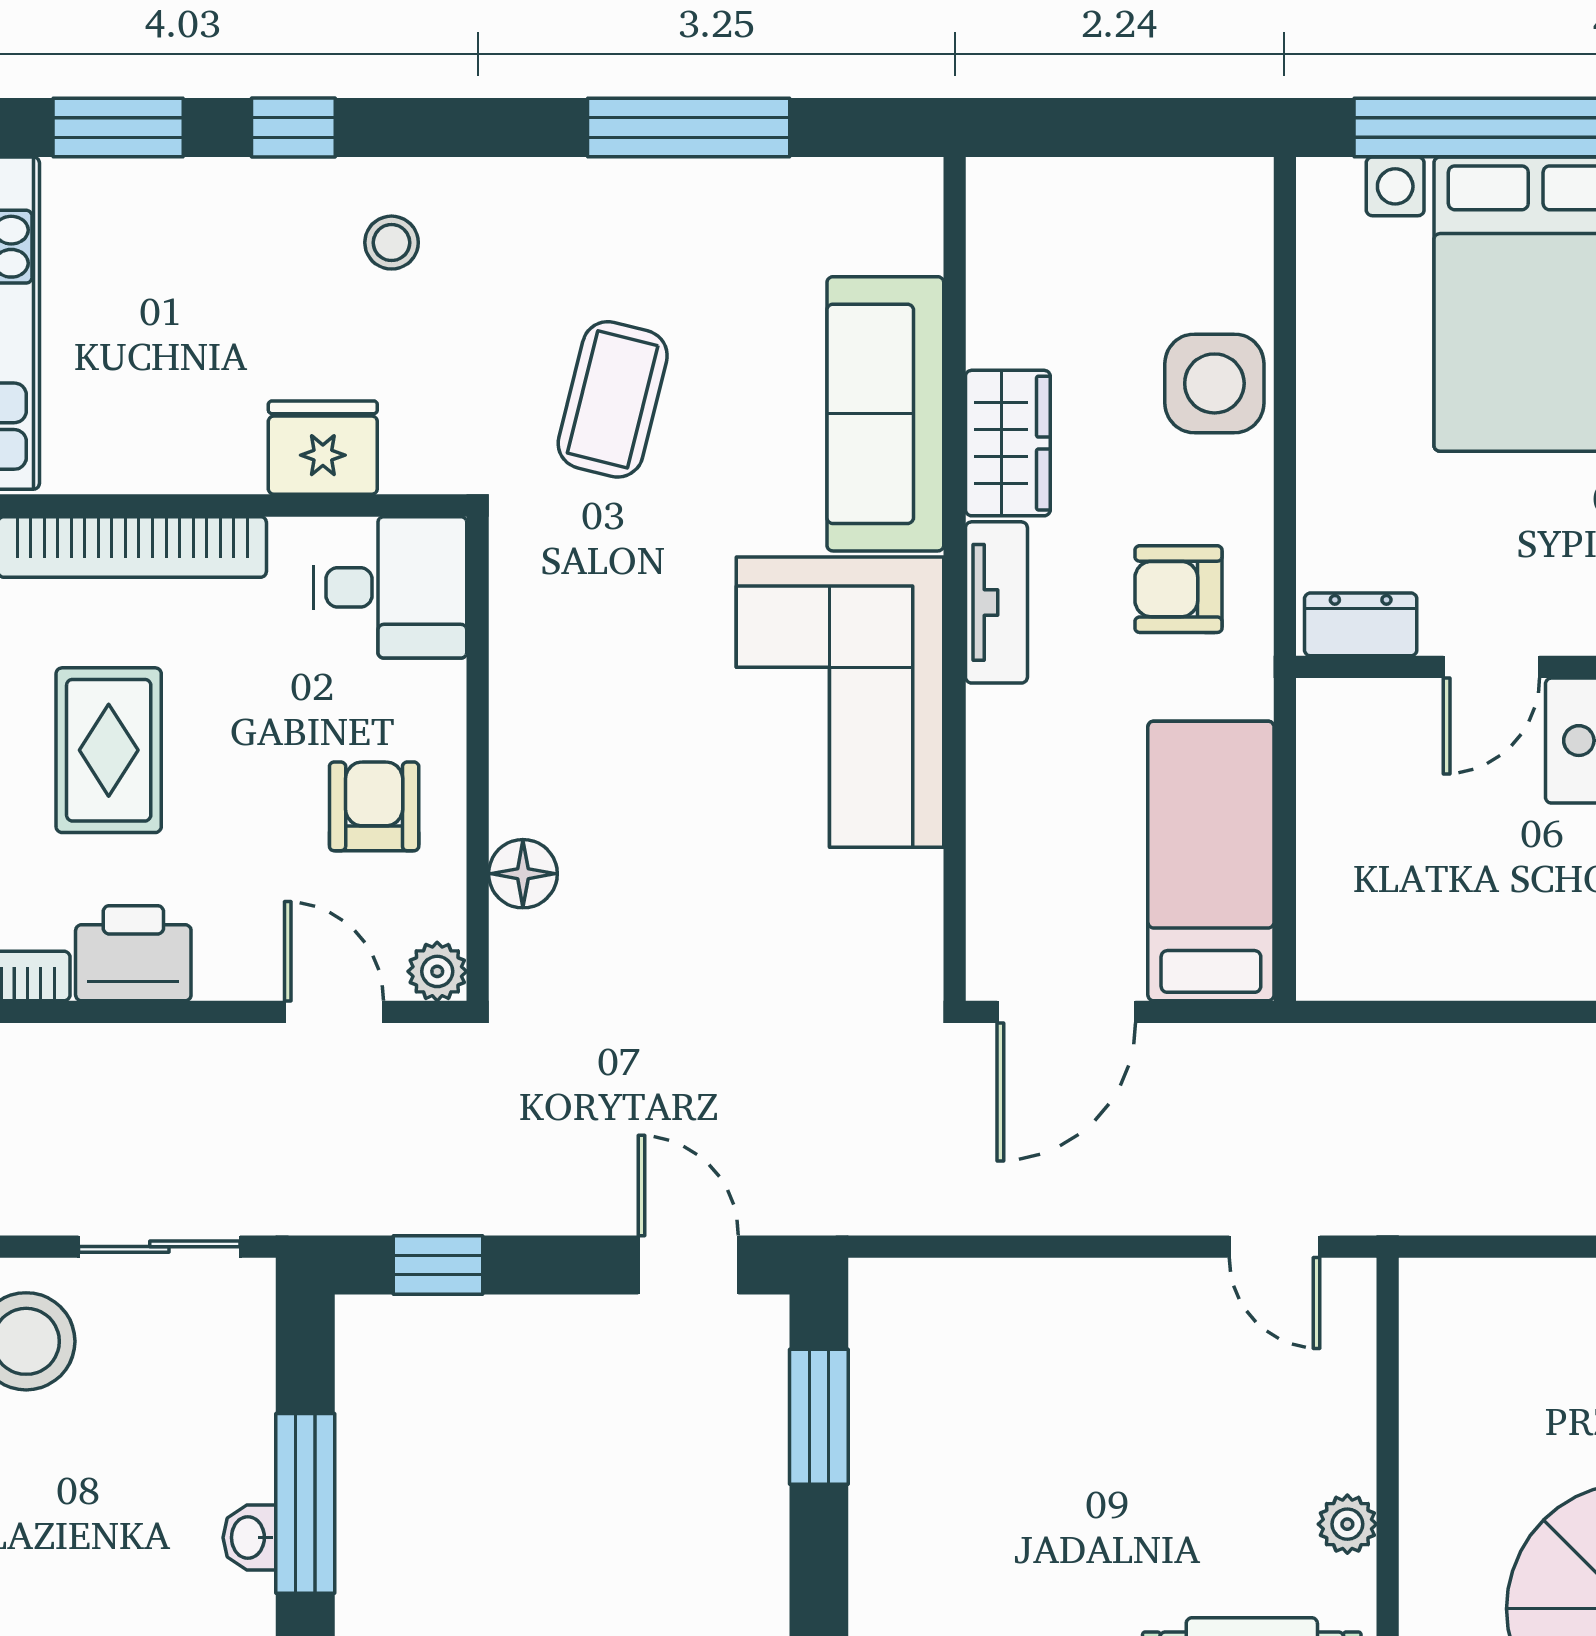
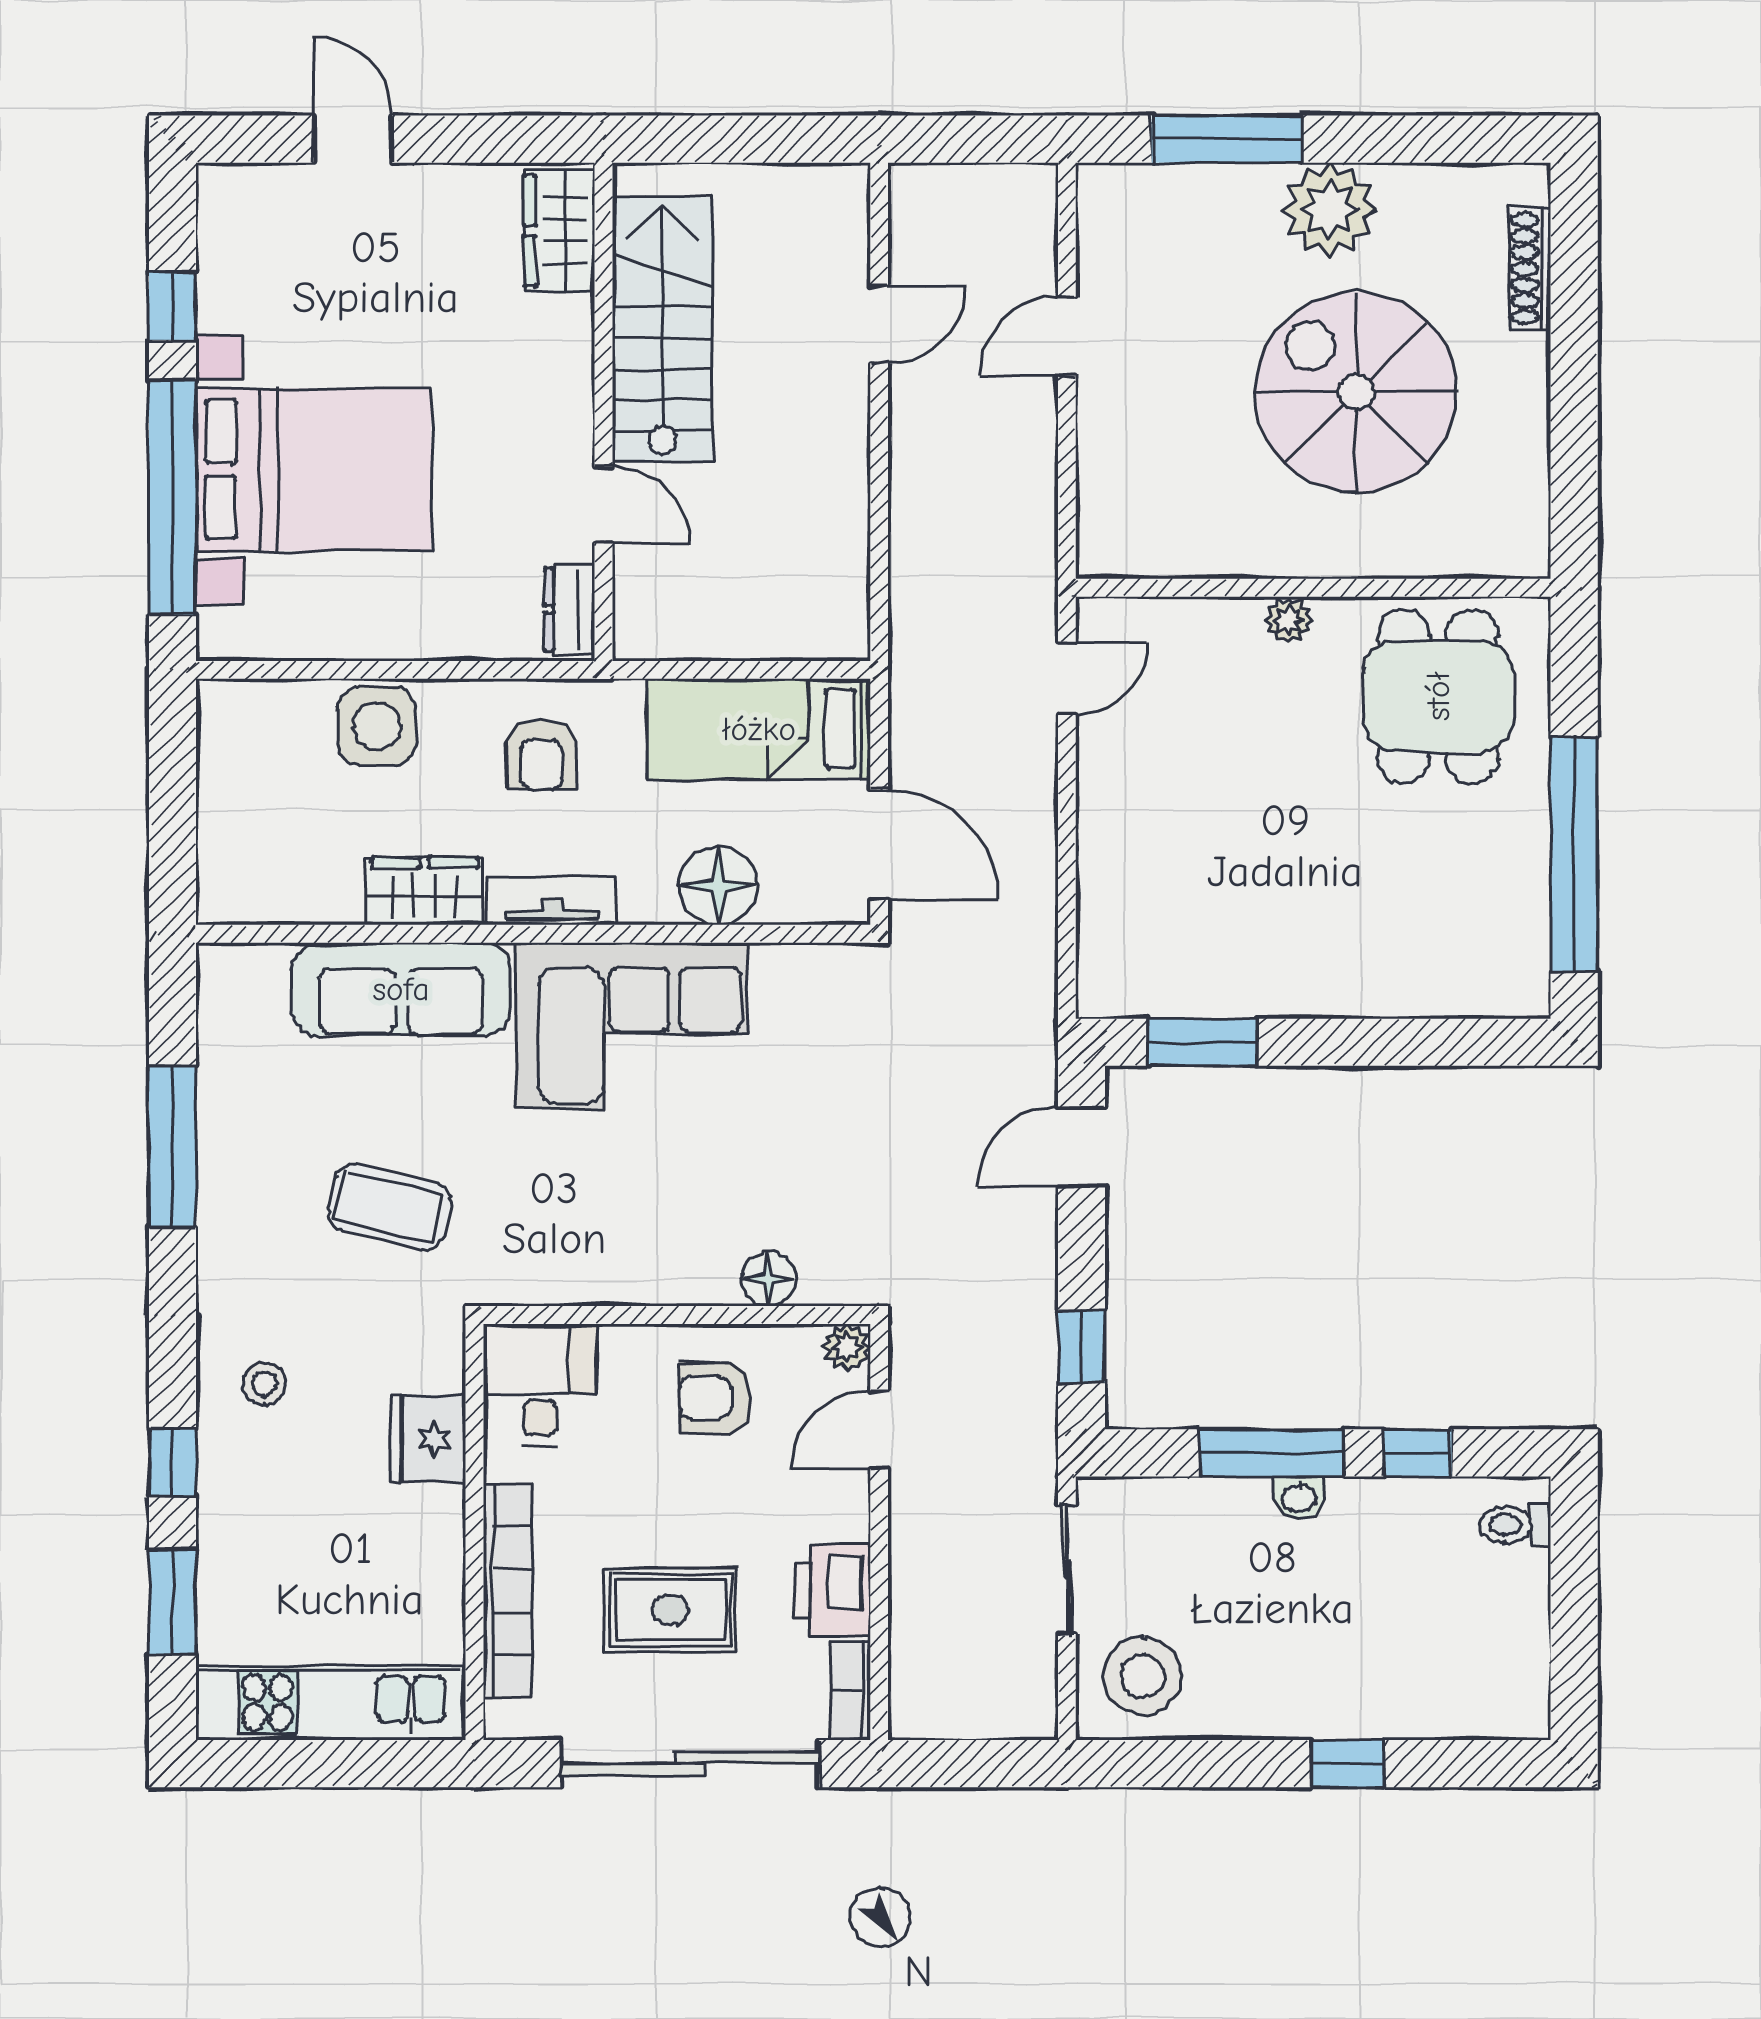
floor lamp: (1015, 810) -> (718, 885), added

